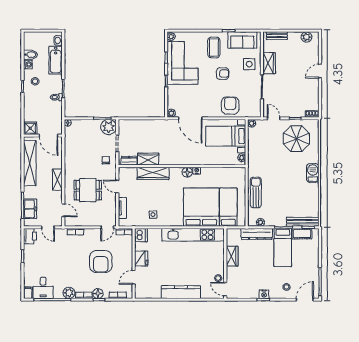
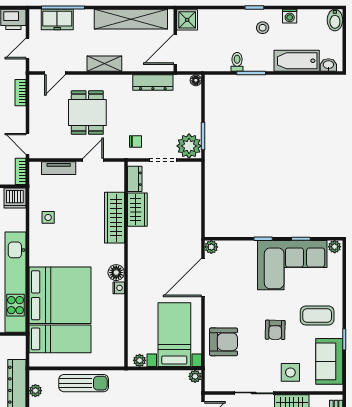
bidet: (30, 55) -> (335, 20), moved
dresser: (69, 149) -> (153, 83), added

